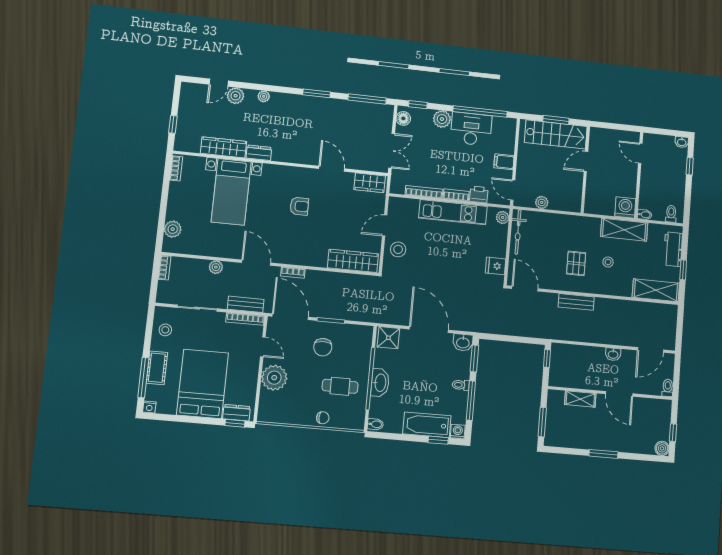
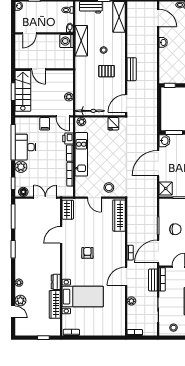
door: (513, 190) -> (63, 116), hinge flipped
plant: (173, 229) -> (110, 330), removed

